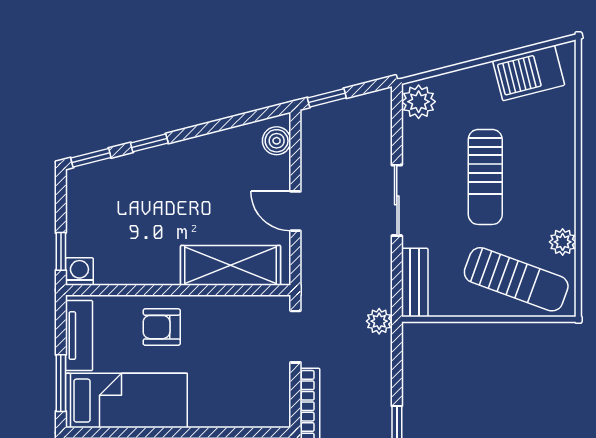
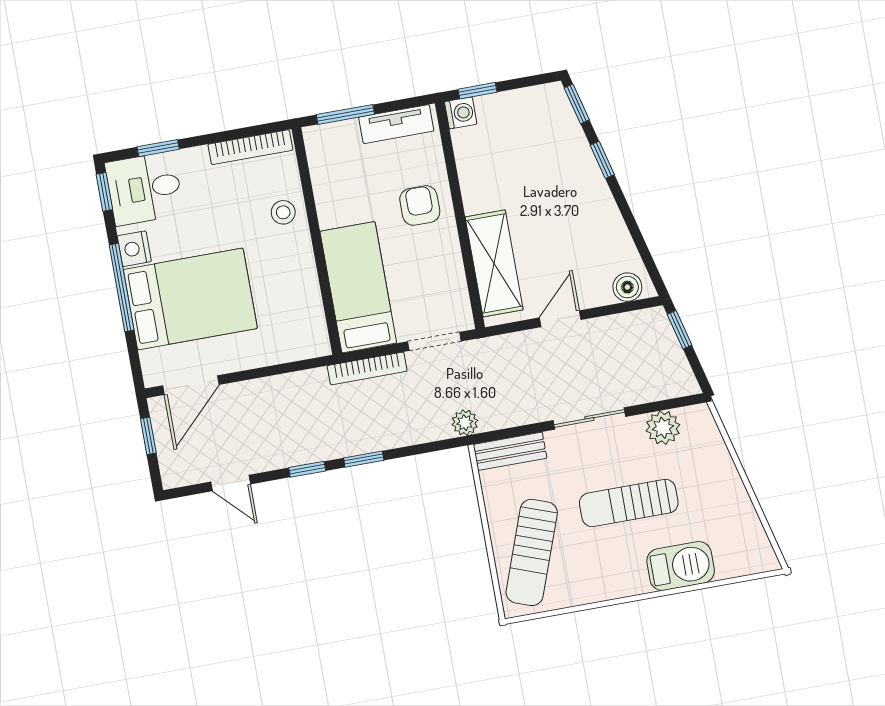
barbecue: (529, 73) -> (681, 566), moved, turned 104
plant: (419, 102) -> (663, 428), moved
plant: (563, 242) -> (577, 592), removed
bed: (126, 401) -> (358, 287), moved, turned 180

